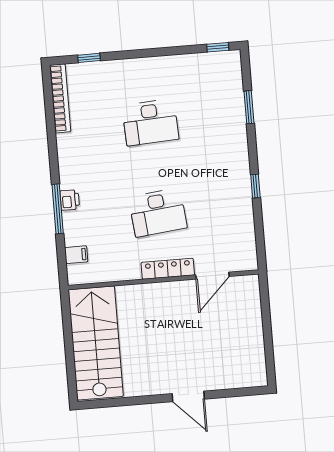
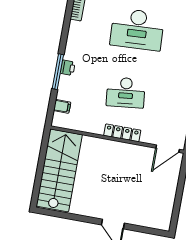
desk: (150, 122) -> (137, 29), width x1.36, depth x1.30
door: (212, 276) -> (168, 149), moved

